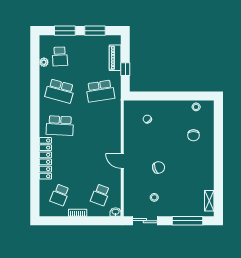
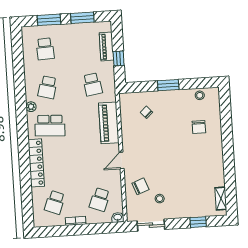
plant: (44, 62) -> (31, 107), moved
school desk: (60, 91) -> (48, 87), width x0.54
school desk: (100, 91) -> (92, 84), width x0.54
window: (168, 96) -> (168, 85), added
piano: (113, 126) -> (109, 123), added
door: (122, 161) -> (122, 160), hinge flipped
chair: (159, 167) -> (140, 186), moved
window: (187, 221) -> (198, 222), width x0.46

